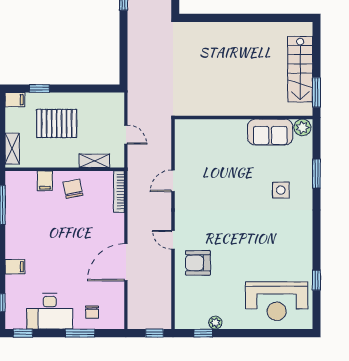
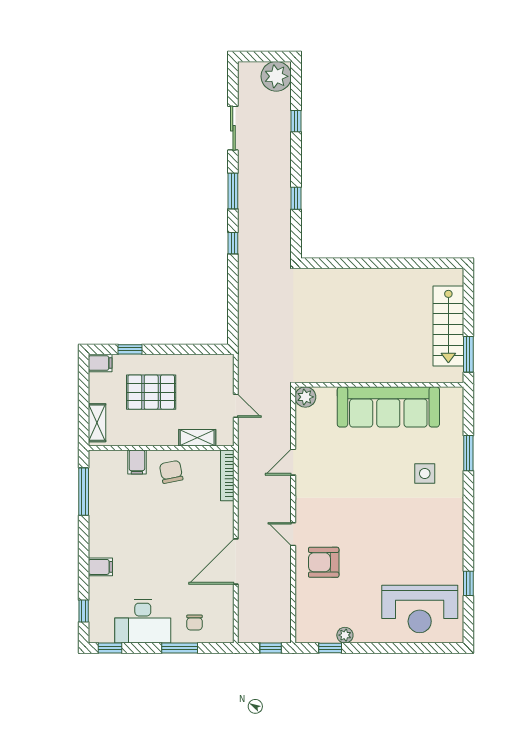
plant: (302, 127) -> (305, 397), moved
sofa: (270, 132) -> (388, 407), width x1.85, depth x1.27

